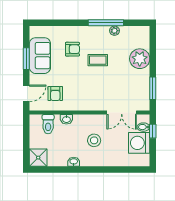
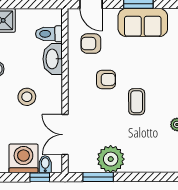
armchair: (72, 49) -> (106, 79), moved, turned -90
plant: (140, 59) -> (111, 159), moved
washbasin: (66, 119) -> (53, 59), width x1.91, depth x1.45

